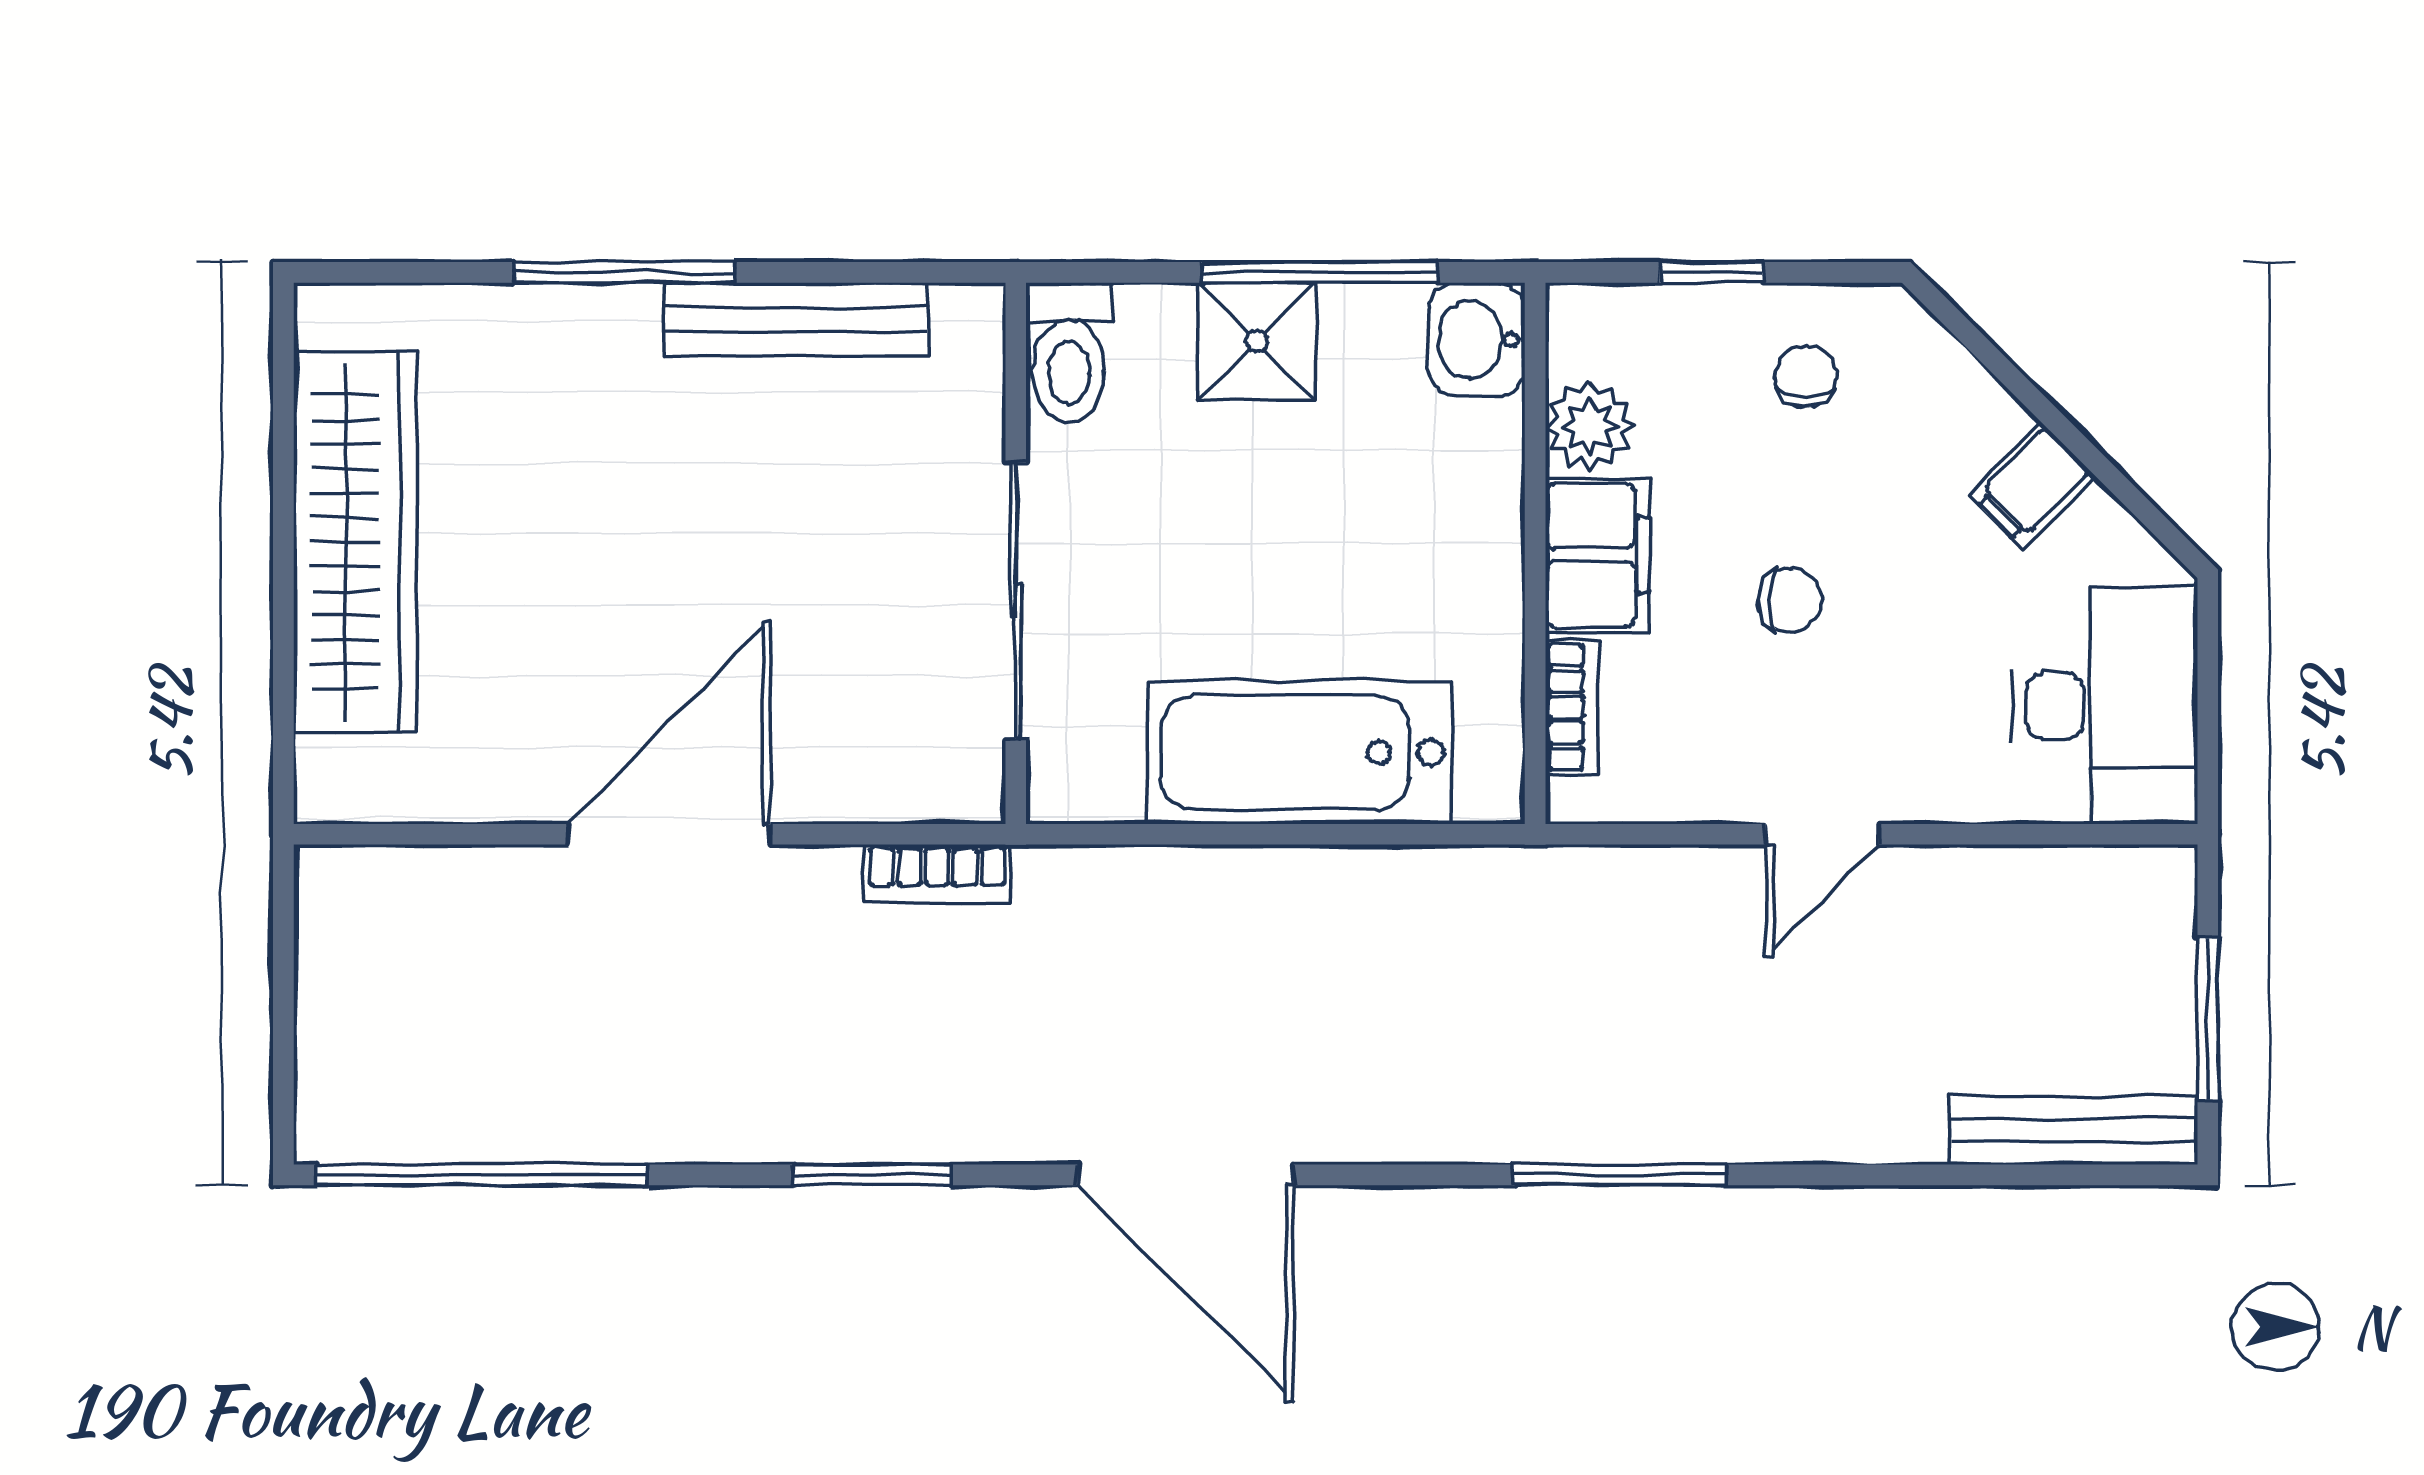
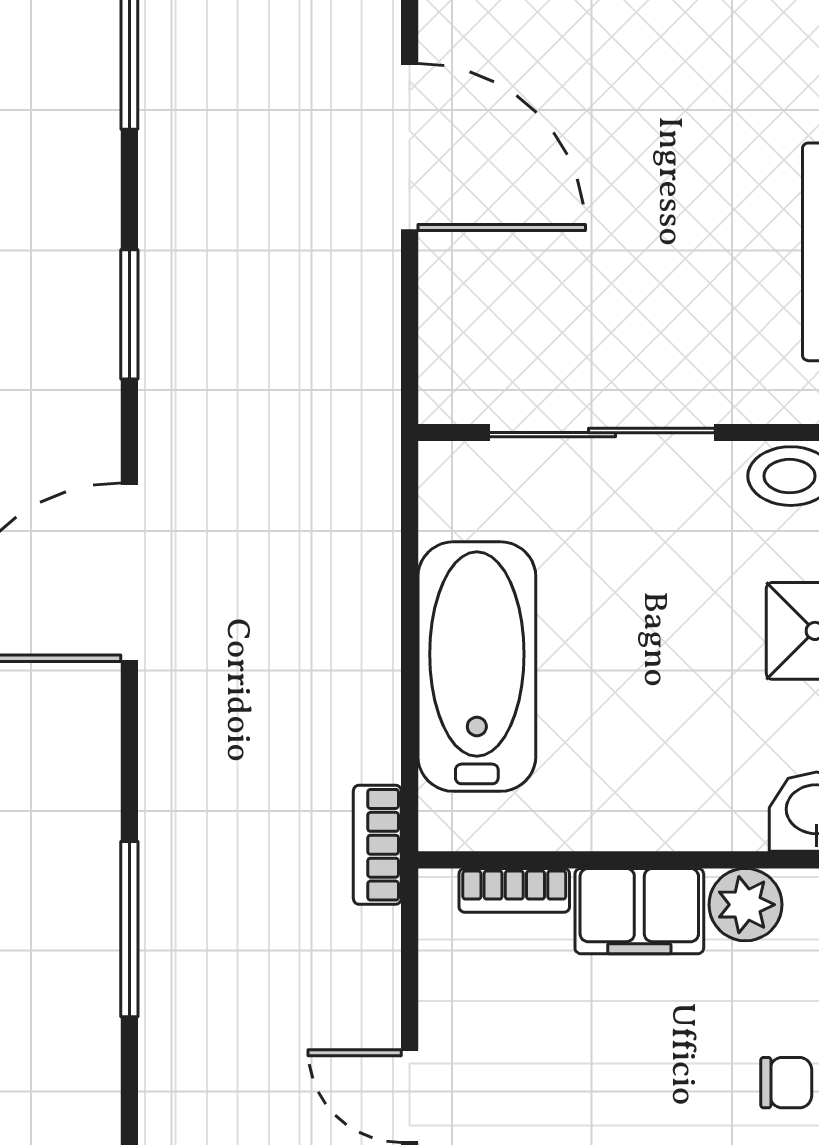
chair: (1789, 600) -> (602, 1069), removed
bookcase: (937, 873) -> (377, 845), moved

